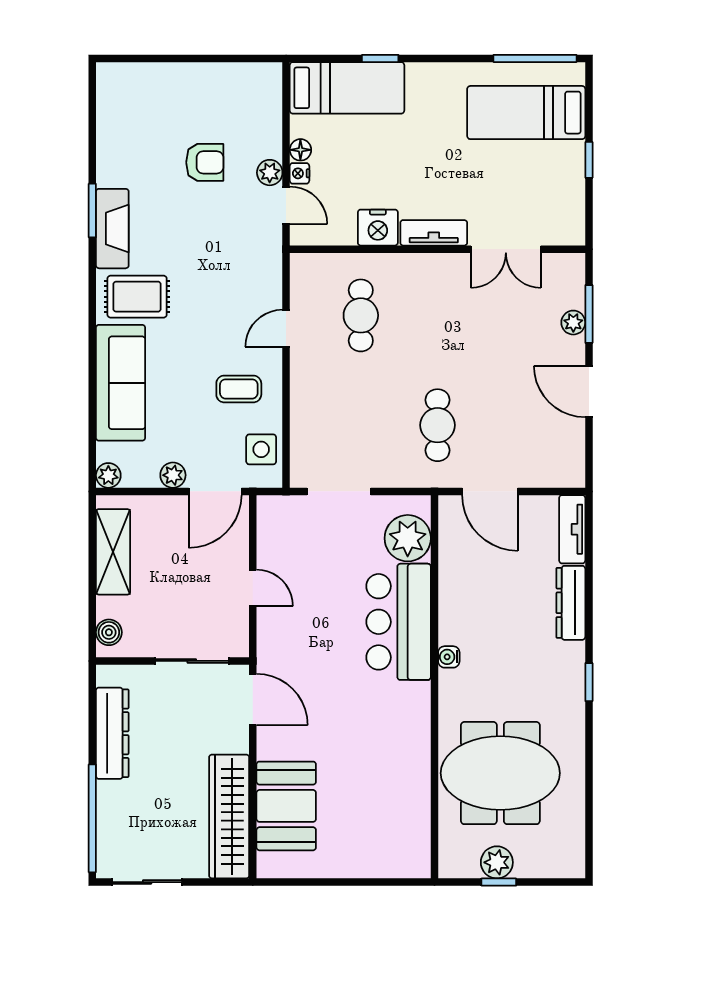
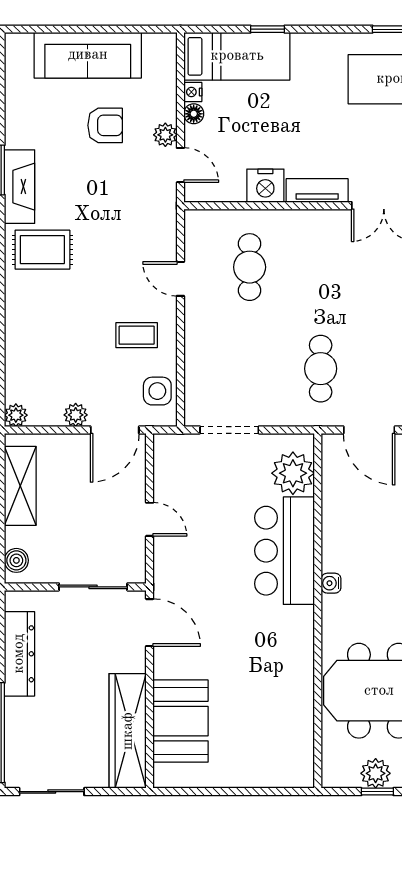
nightstand: (299, 173) -> (193, 92), moved
door: (286, 328) -> (180, 279), hinge flipped
sofa: (121, 383) -> (88, 55), moved, turned 90

